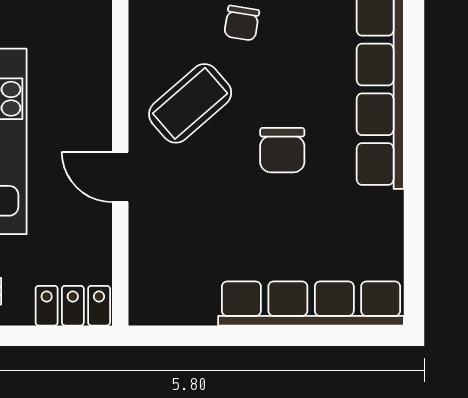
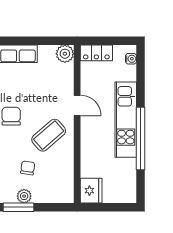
plant: (150, 304) -> (65, 54), added

